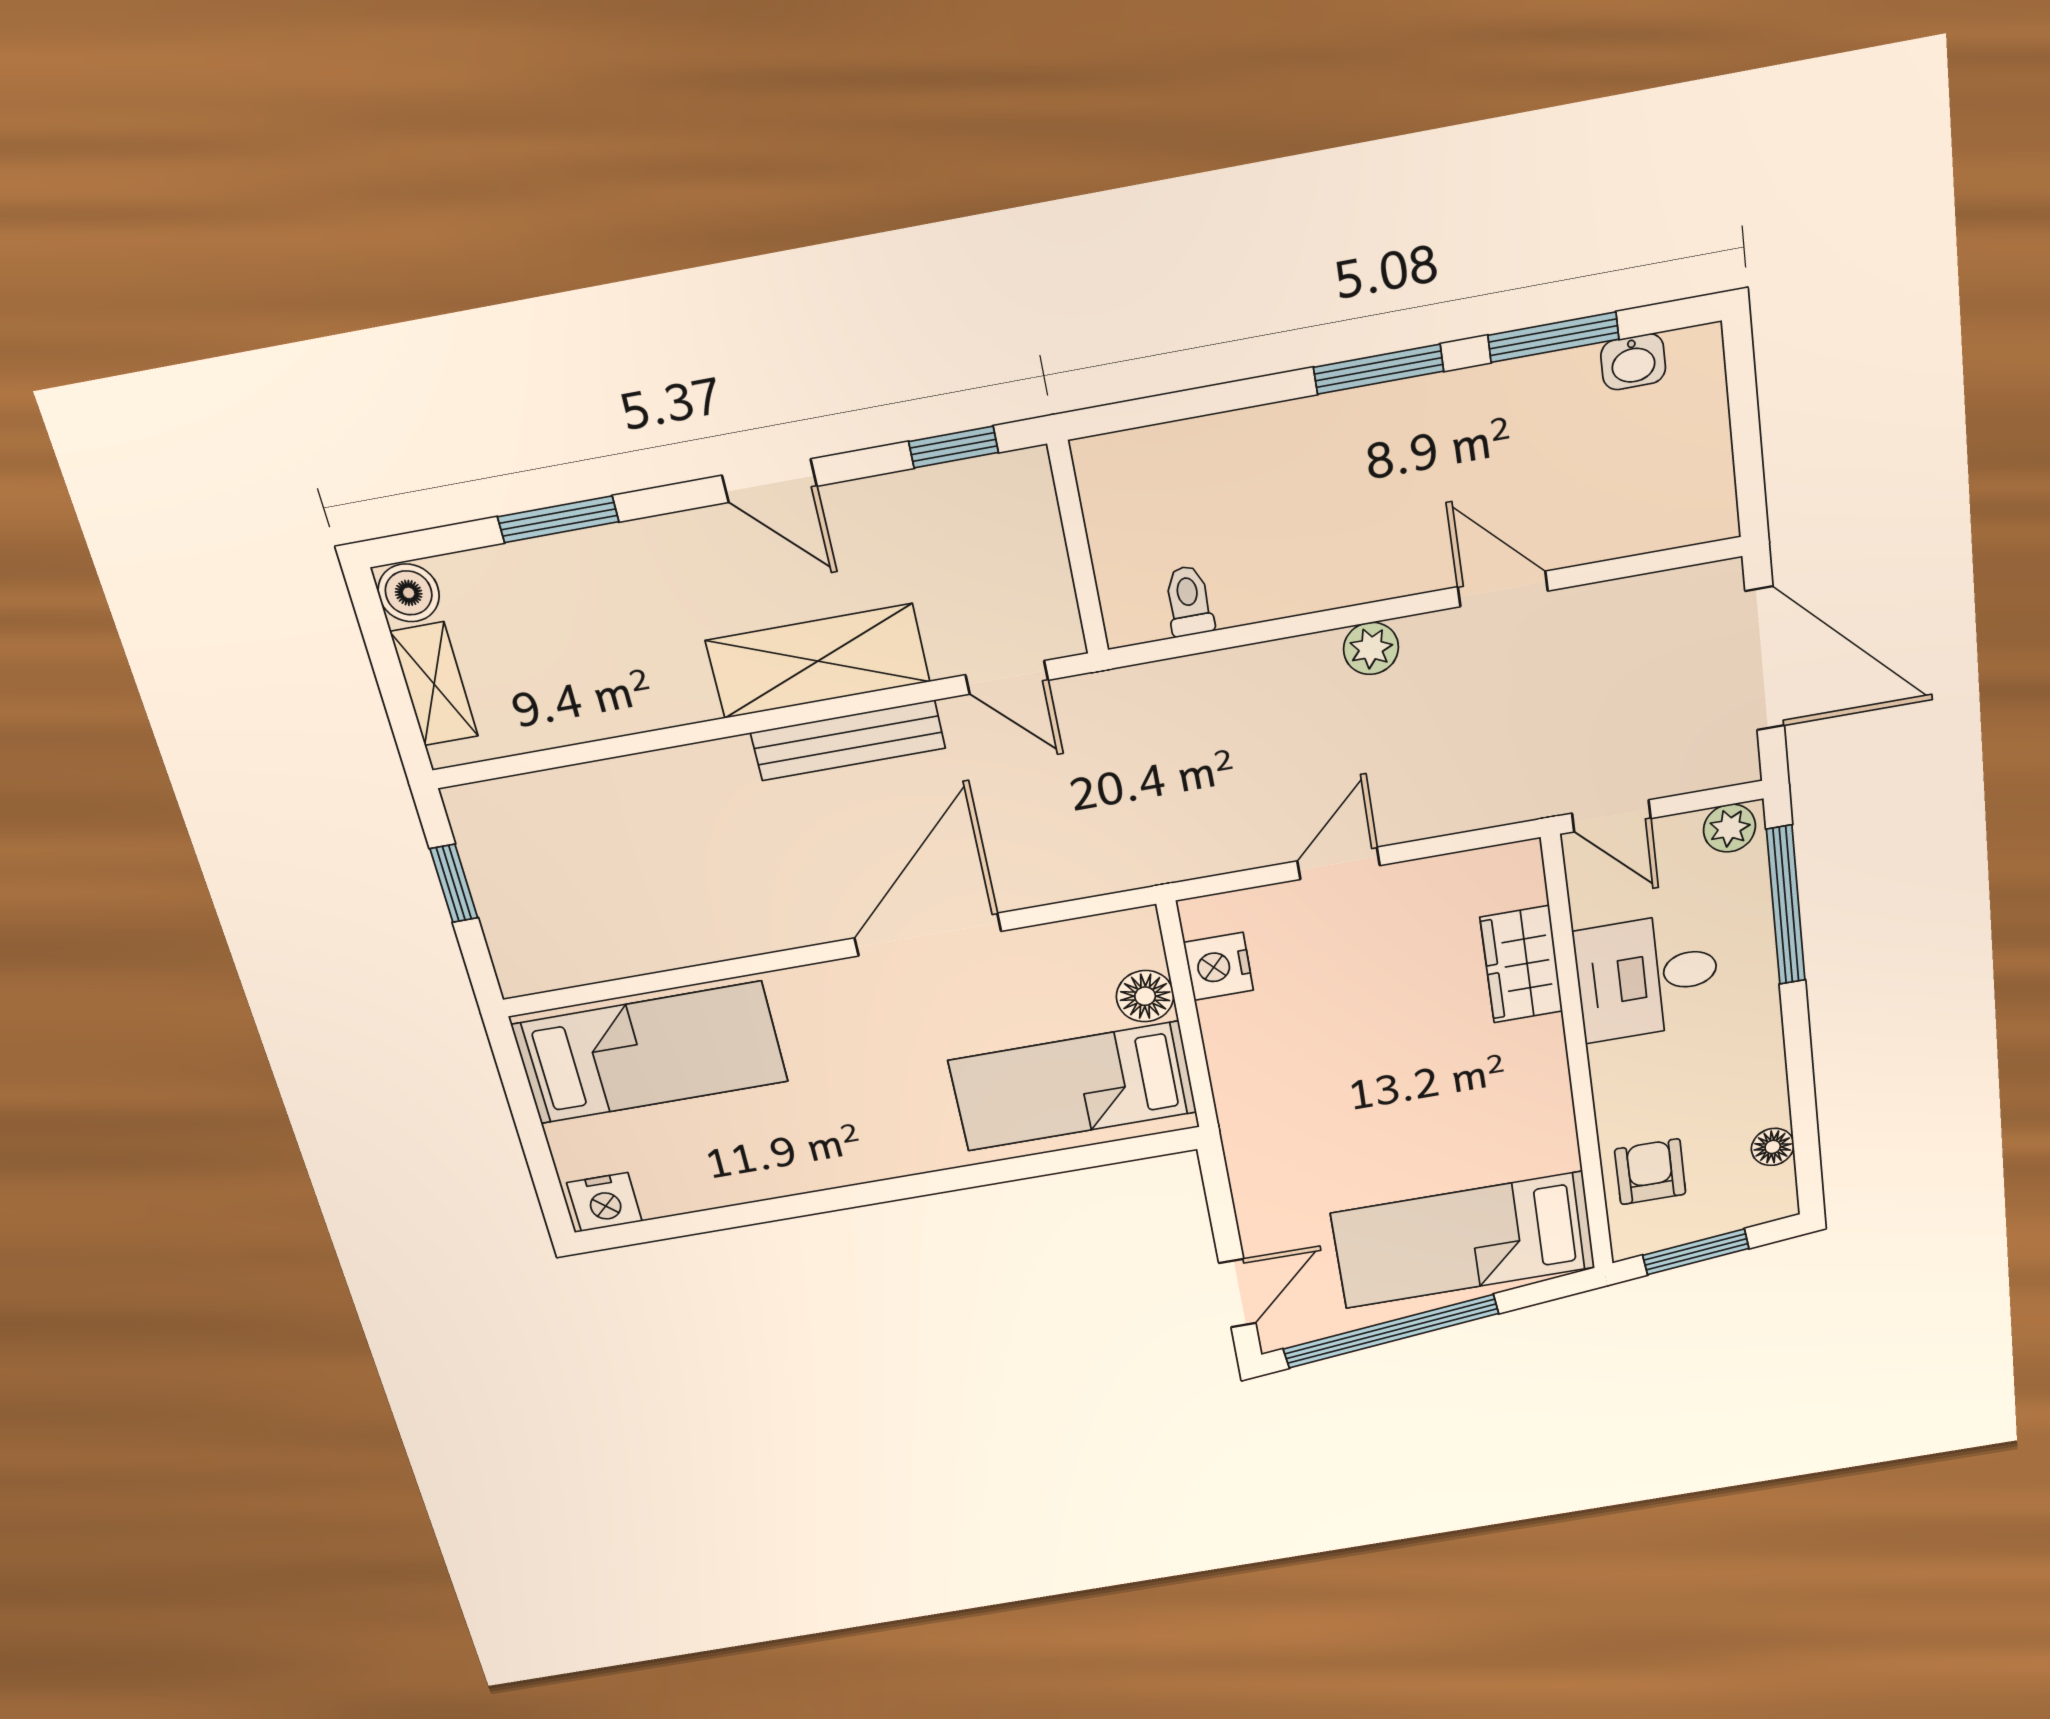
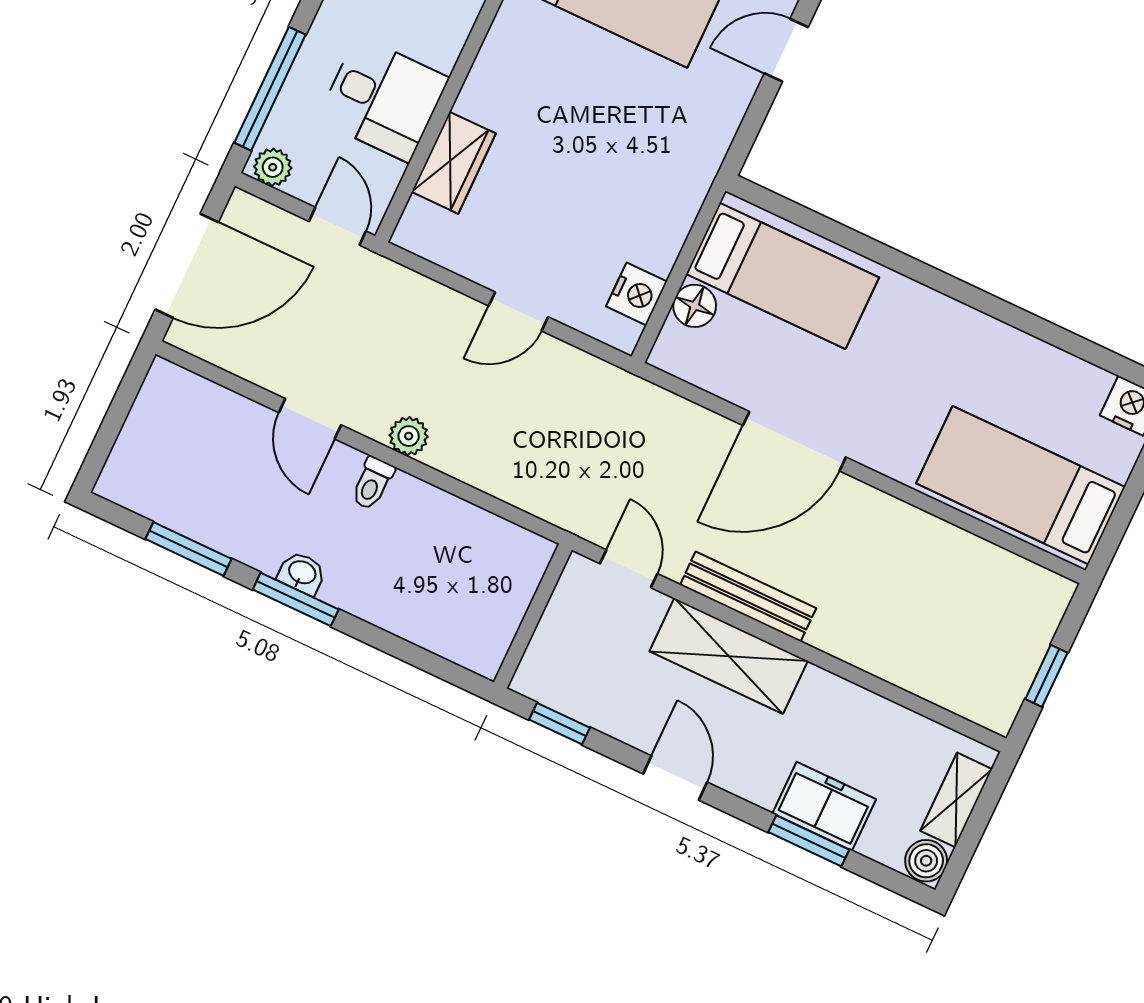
washbasin: (1633, 362) -> (302, 573), moved
freezer: (574, 571) -> (824, 806), added
toilet: (1189, 601) -> (372, 483), moved
door: (1765, 659) -> (187, 266), swing flipped

